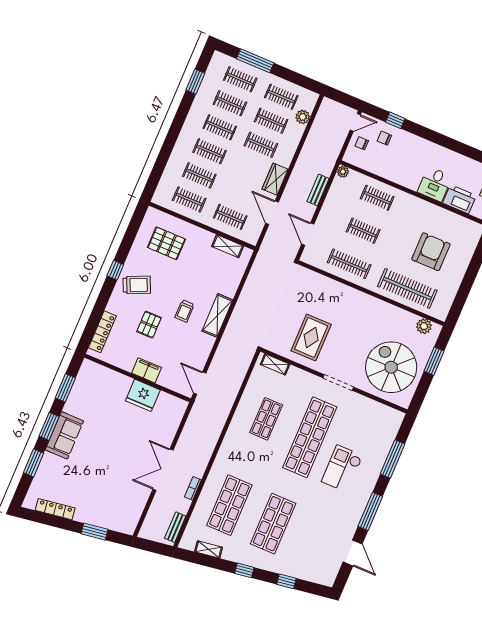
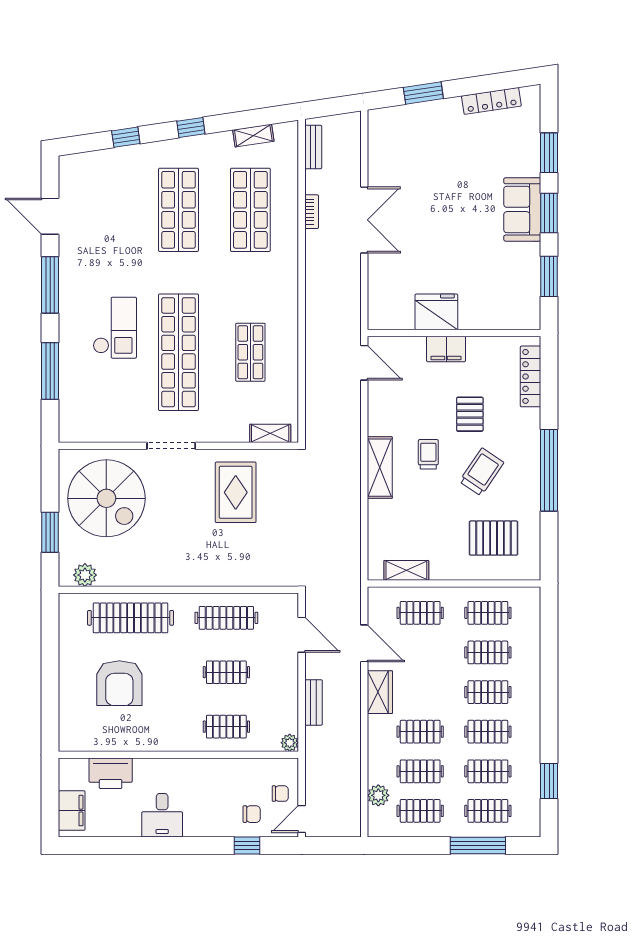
desk: (435, 184) -> (162, 815), moved, turned 180
window: (115, 270) -> (549, 470), width x3.17
trolley: (137, 285) -> (482, 472), moved, turned 148

